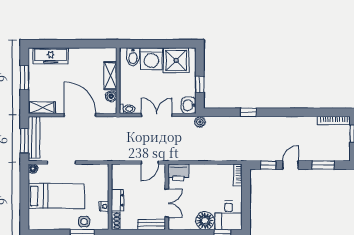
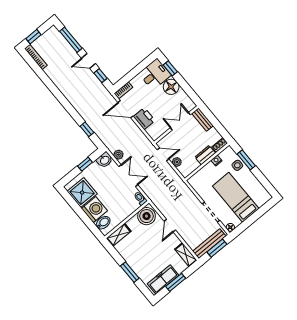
window: (68, 44) -> (130, 272), added
freezer: (51, 56) -> (163, 279), moved, turned -90
shelving: (110, 76) -> (119, 235), moved
boiler: (111, 96) -> (146, 216), width x1.86, depth x1.86
window: (248, 112) -> (87, 129), moved
door: (80, 115) -> (170, 226), width x0.53
double door: (157, 115) -> (128, 176), swing flipped
plant: (200, 122) -> (118, 155), moved
door: (219, 162) -> (126, 109), added
window: (323, 165) -> (71, 40), width x1.44
plant: (133, 169) -> (177, 162), added
printer: (178, 172) -> (144, 119), moved

